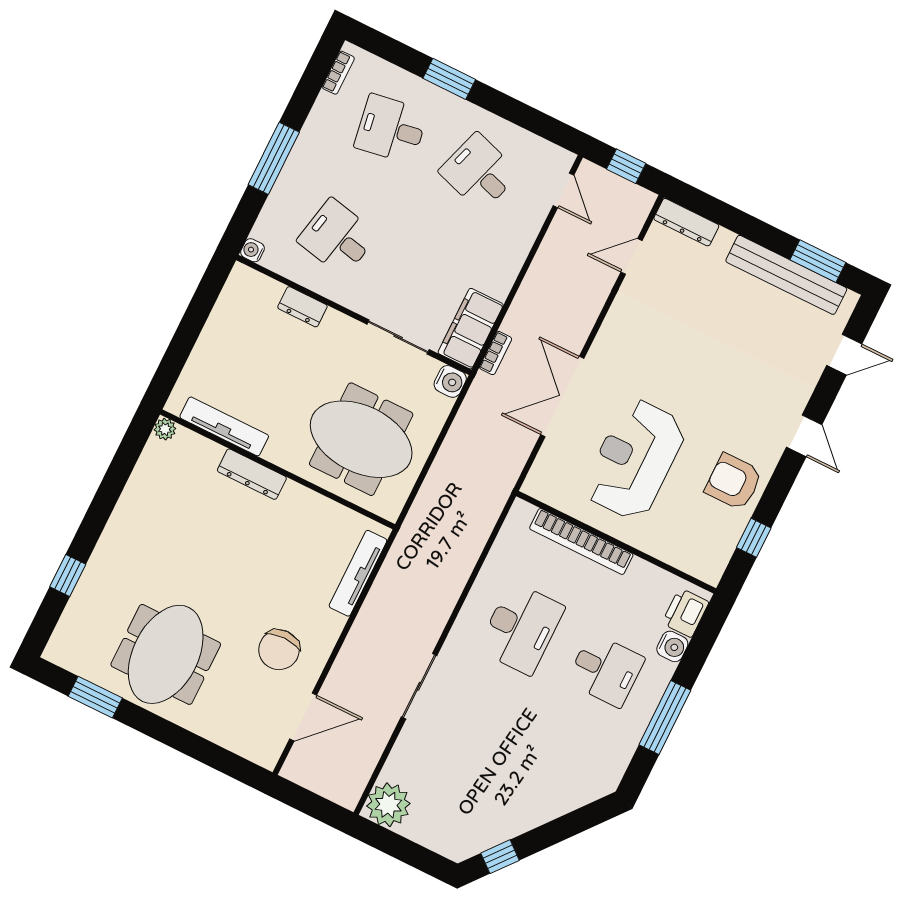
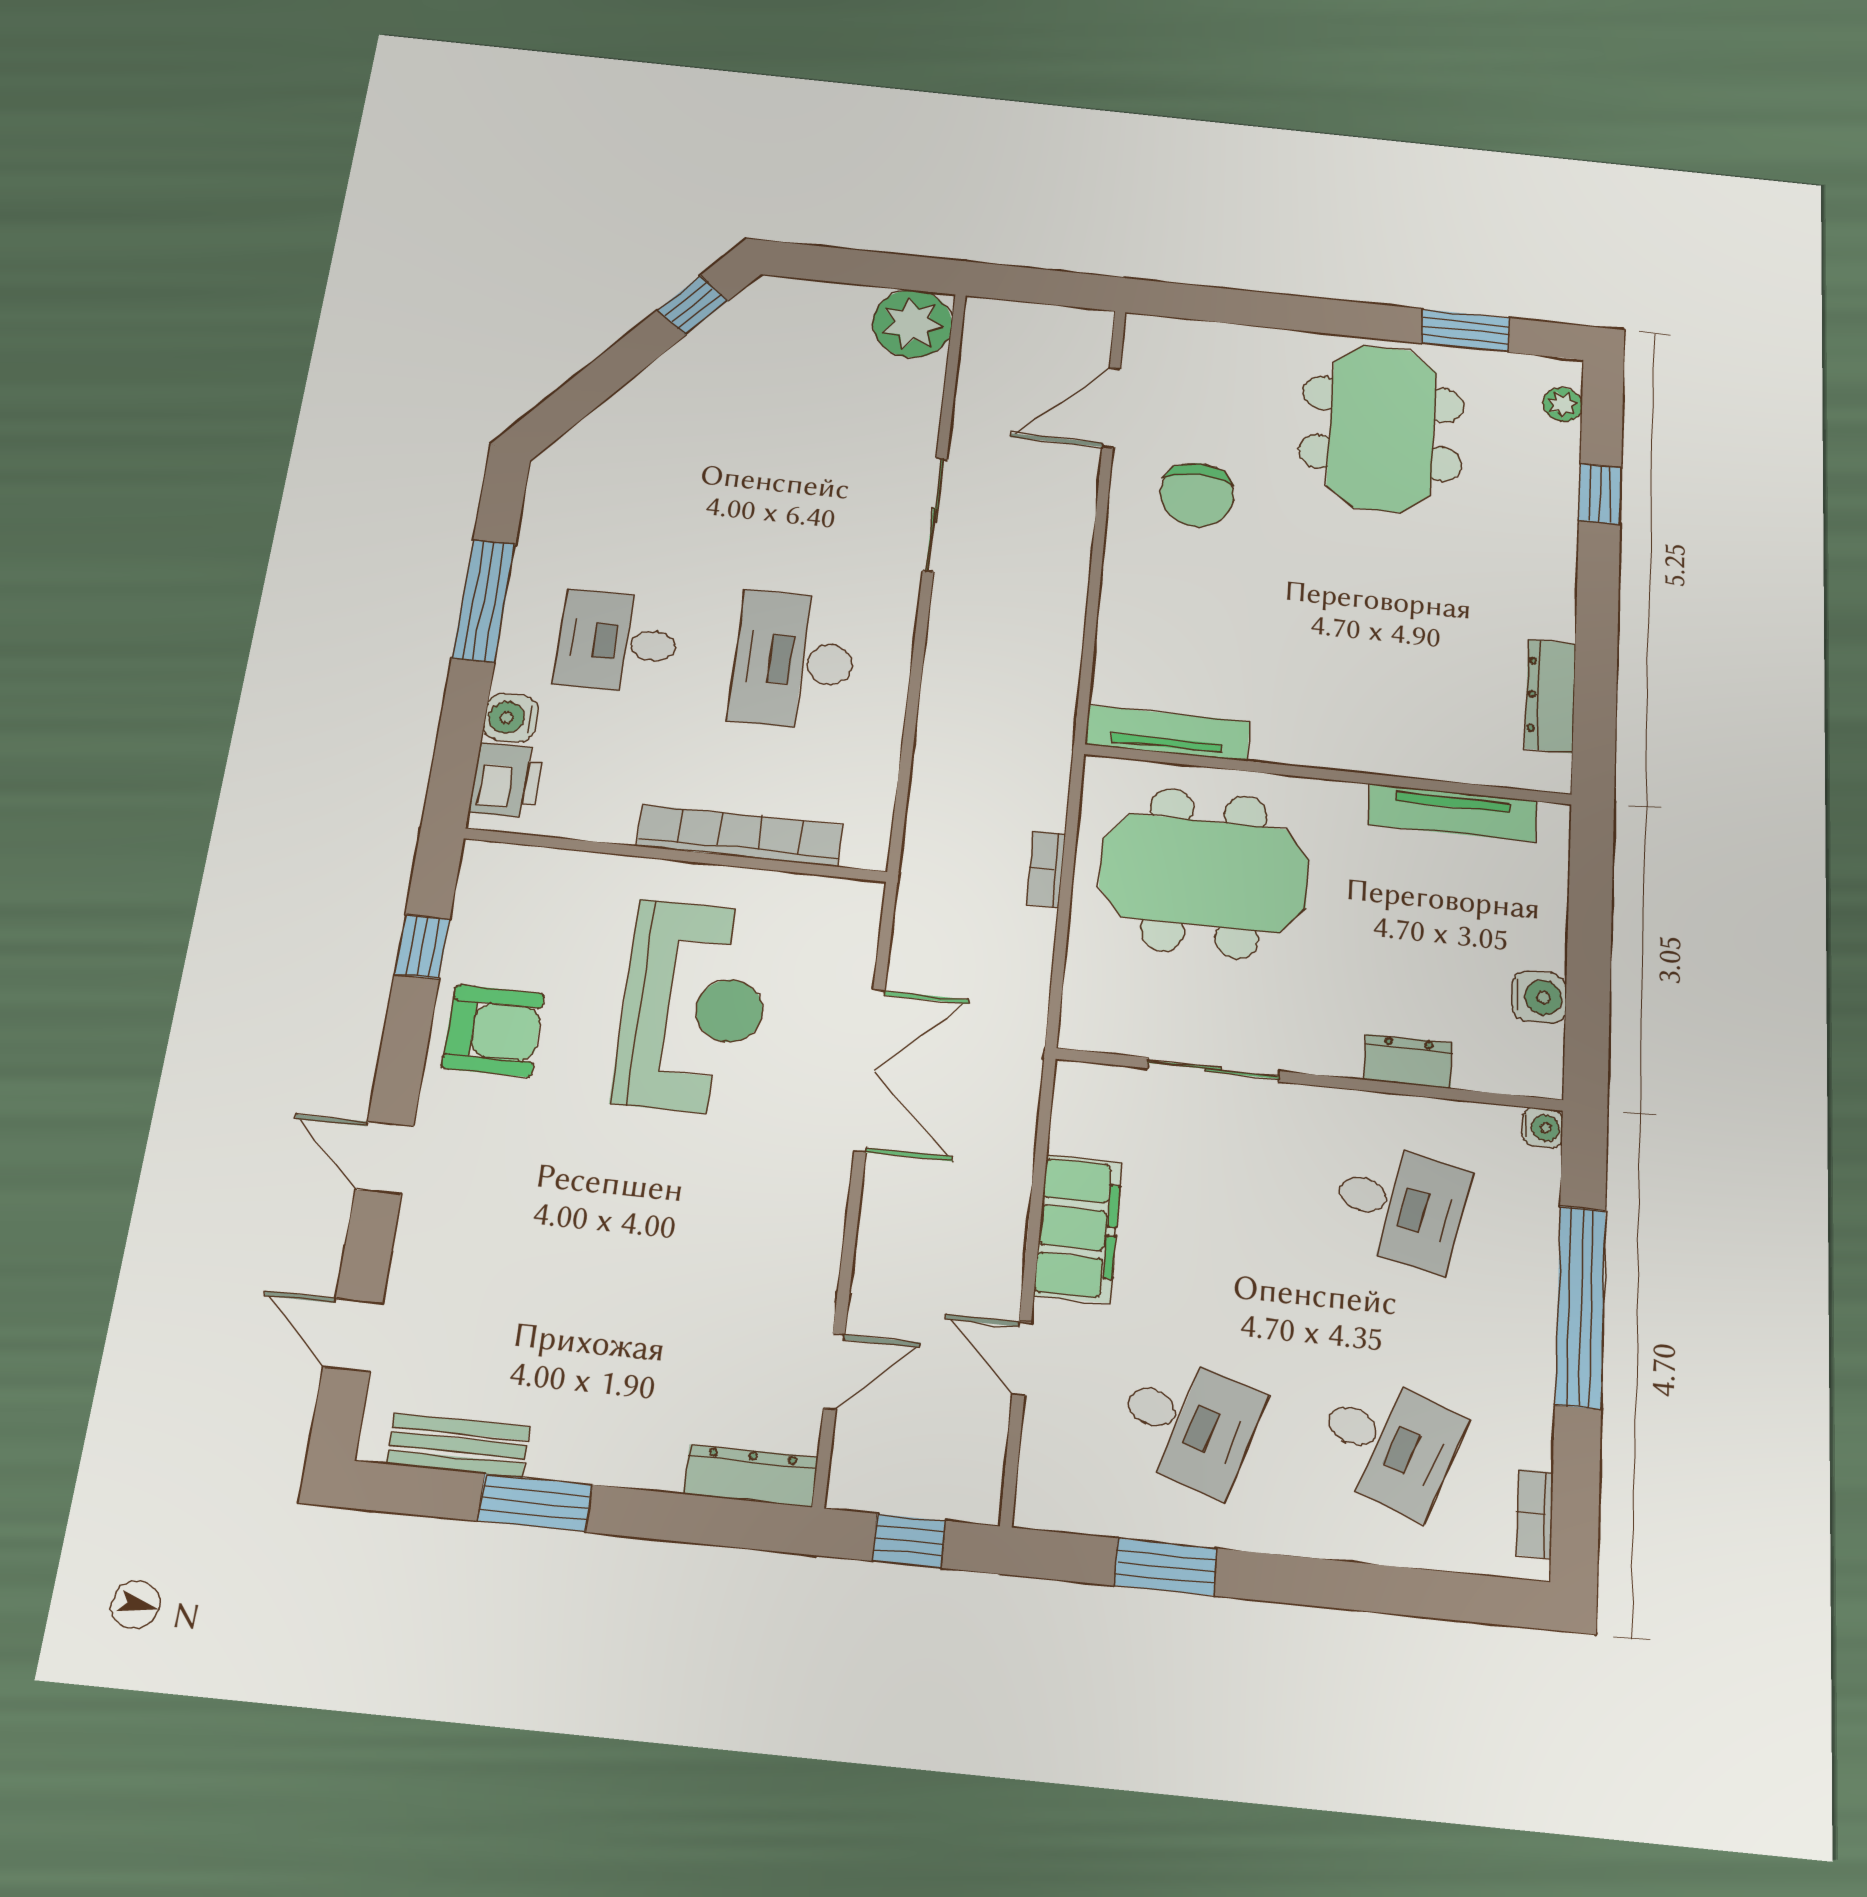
window: (449, 79) -> (1166, 1567), moved
desk: (391, 129) -> (1389, 1444), turned 30
window: (274, 158) -> (1580, 1307), width x1.46
door: (563, 190) -> (1022, 1358), moved
window: (818, 261) -> (535, 1503), moved
bench: (786, 275) -> (458, 1445), width x0.54, depth x0.82
filing cabinet: (471, 329) -> (1078, 1228), moved
bookcase: (496, 353) -> (1046, 869), moved
door: (844, 355) -> (353, 1335), hinge flipped
water cooler: (450, 381) -> (1539, 997), moved, turned 180
plant: (165, 429) -> (1563, 404), moved
dresser: (252, 474) -> (1550, 696), moved, turned -90
tv unit: (358, 573) -> (1167, 733), moved, turned -90
chair: (279, 650) -> (1197, 495), turned 180

